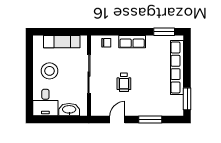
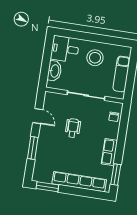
row of seats: (132, 42) -> (109, 152), moved
wheelchair: (124, 82) -> (73, 128), turned 90

